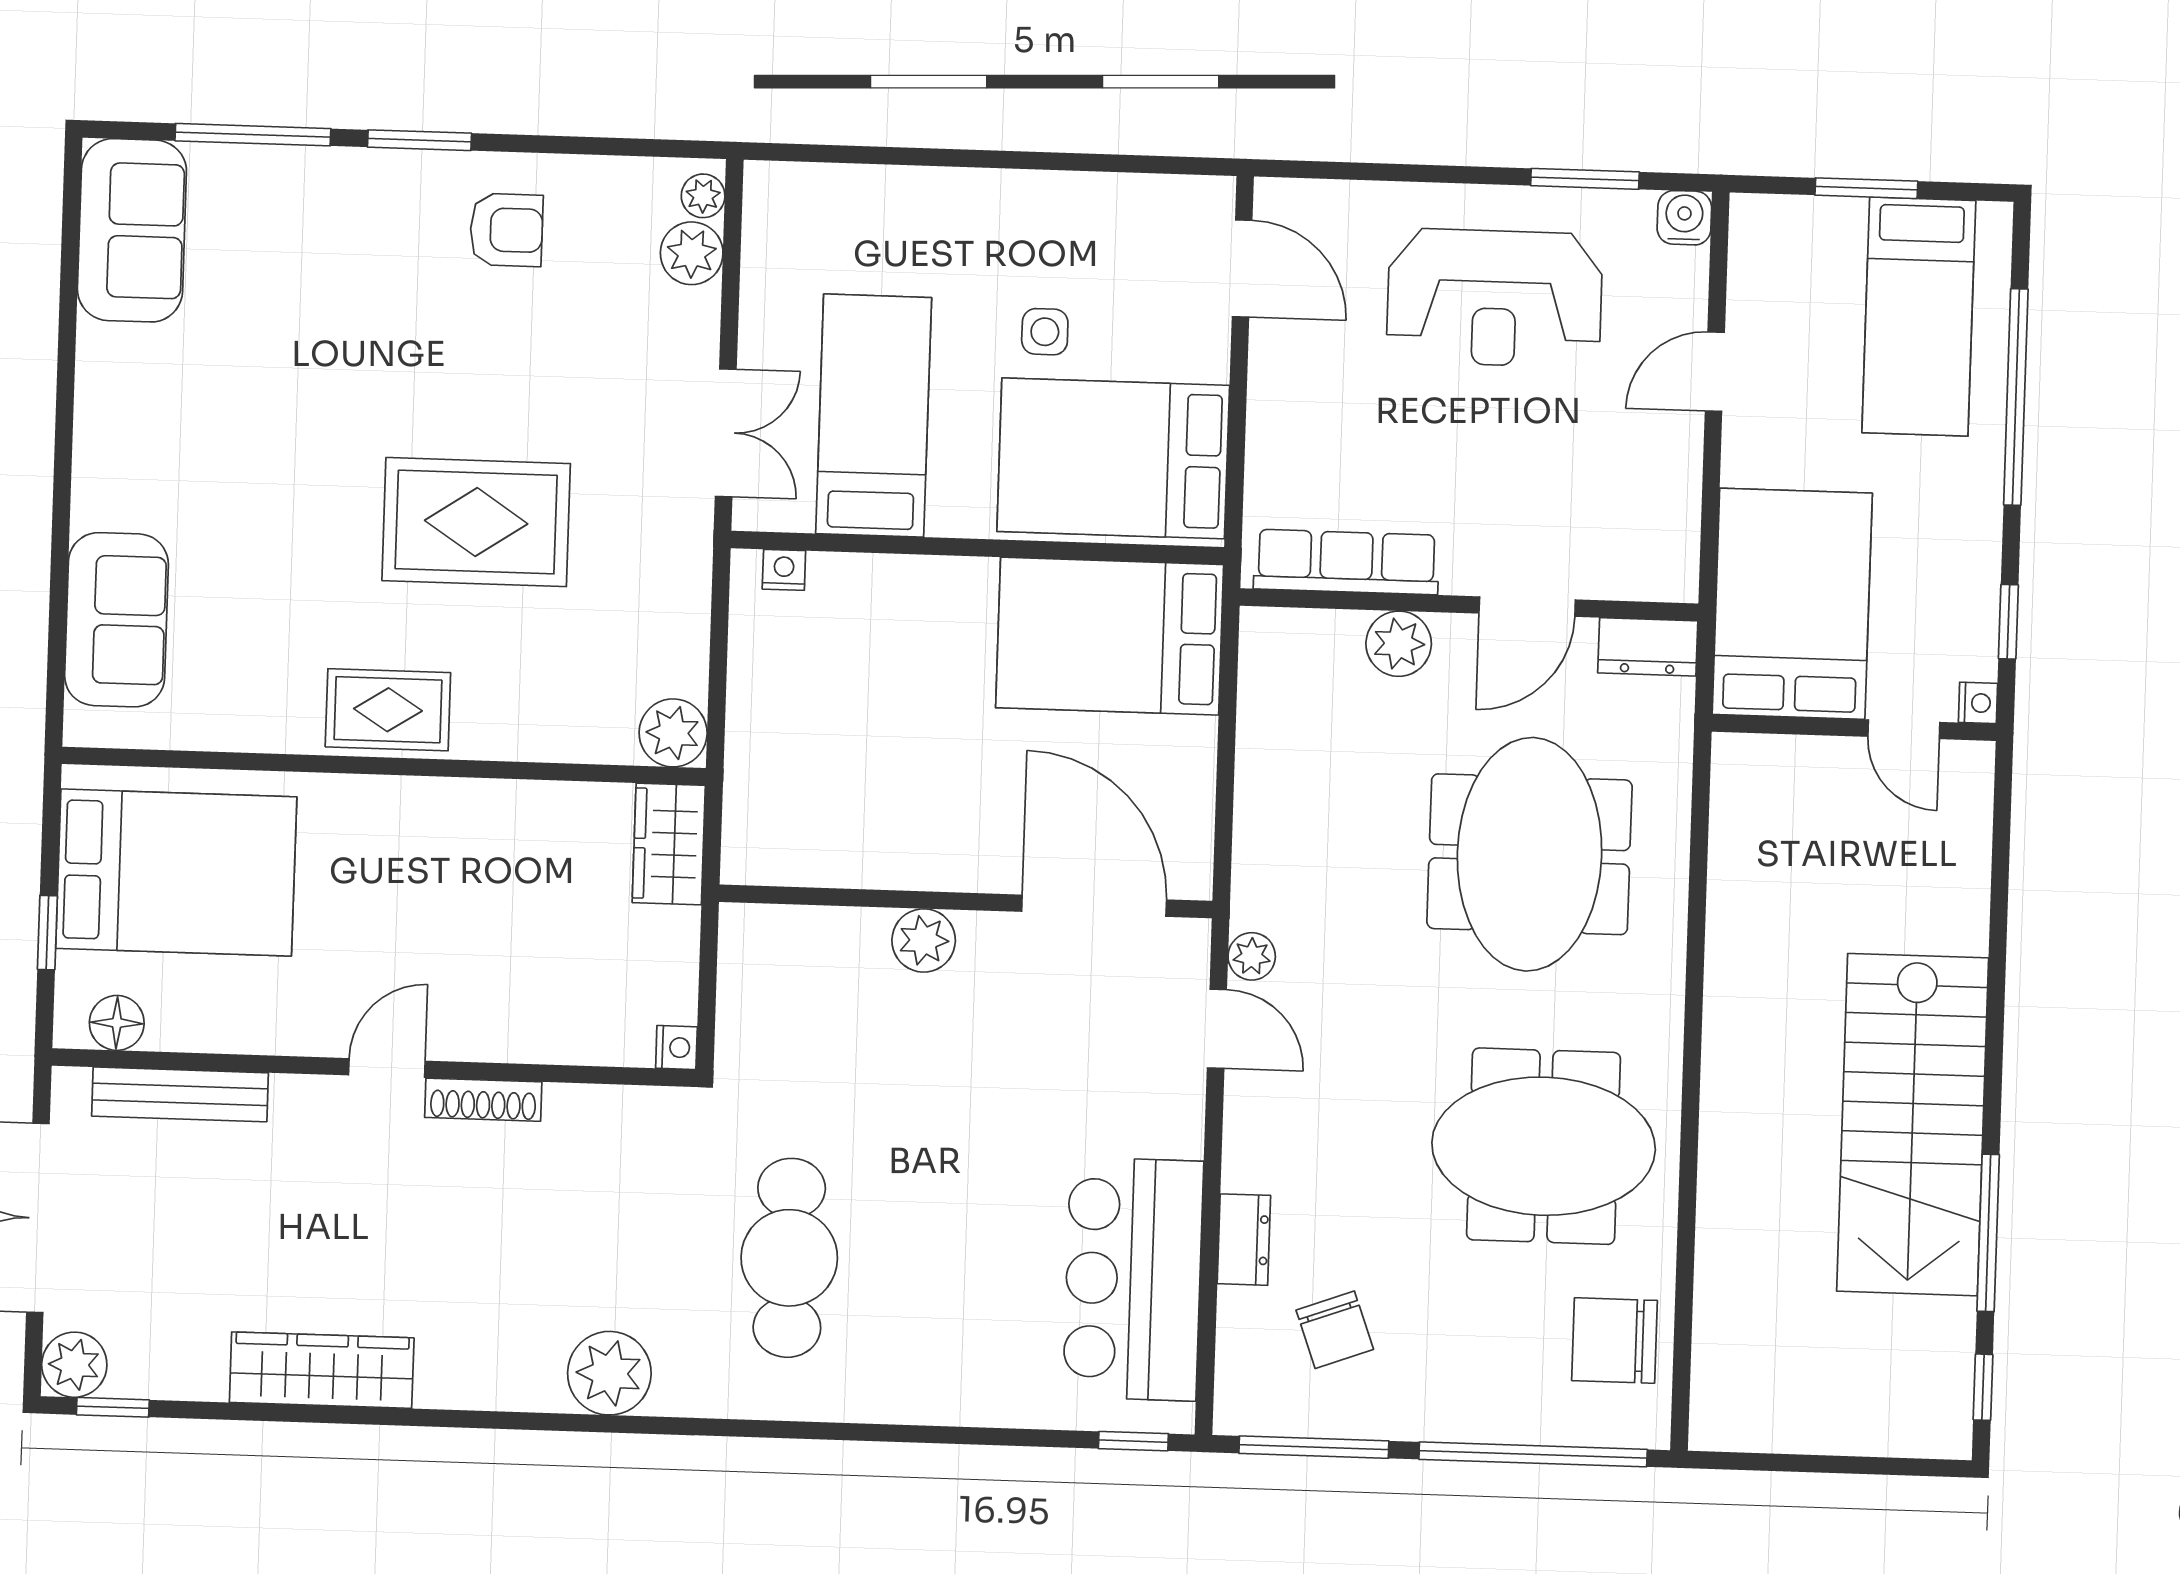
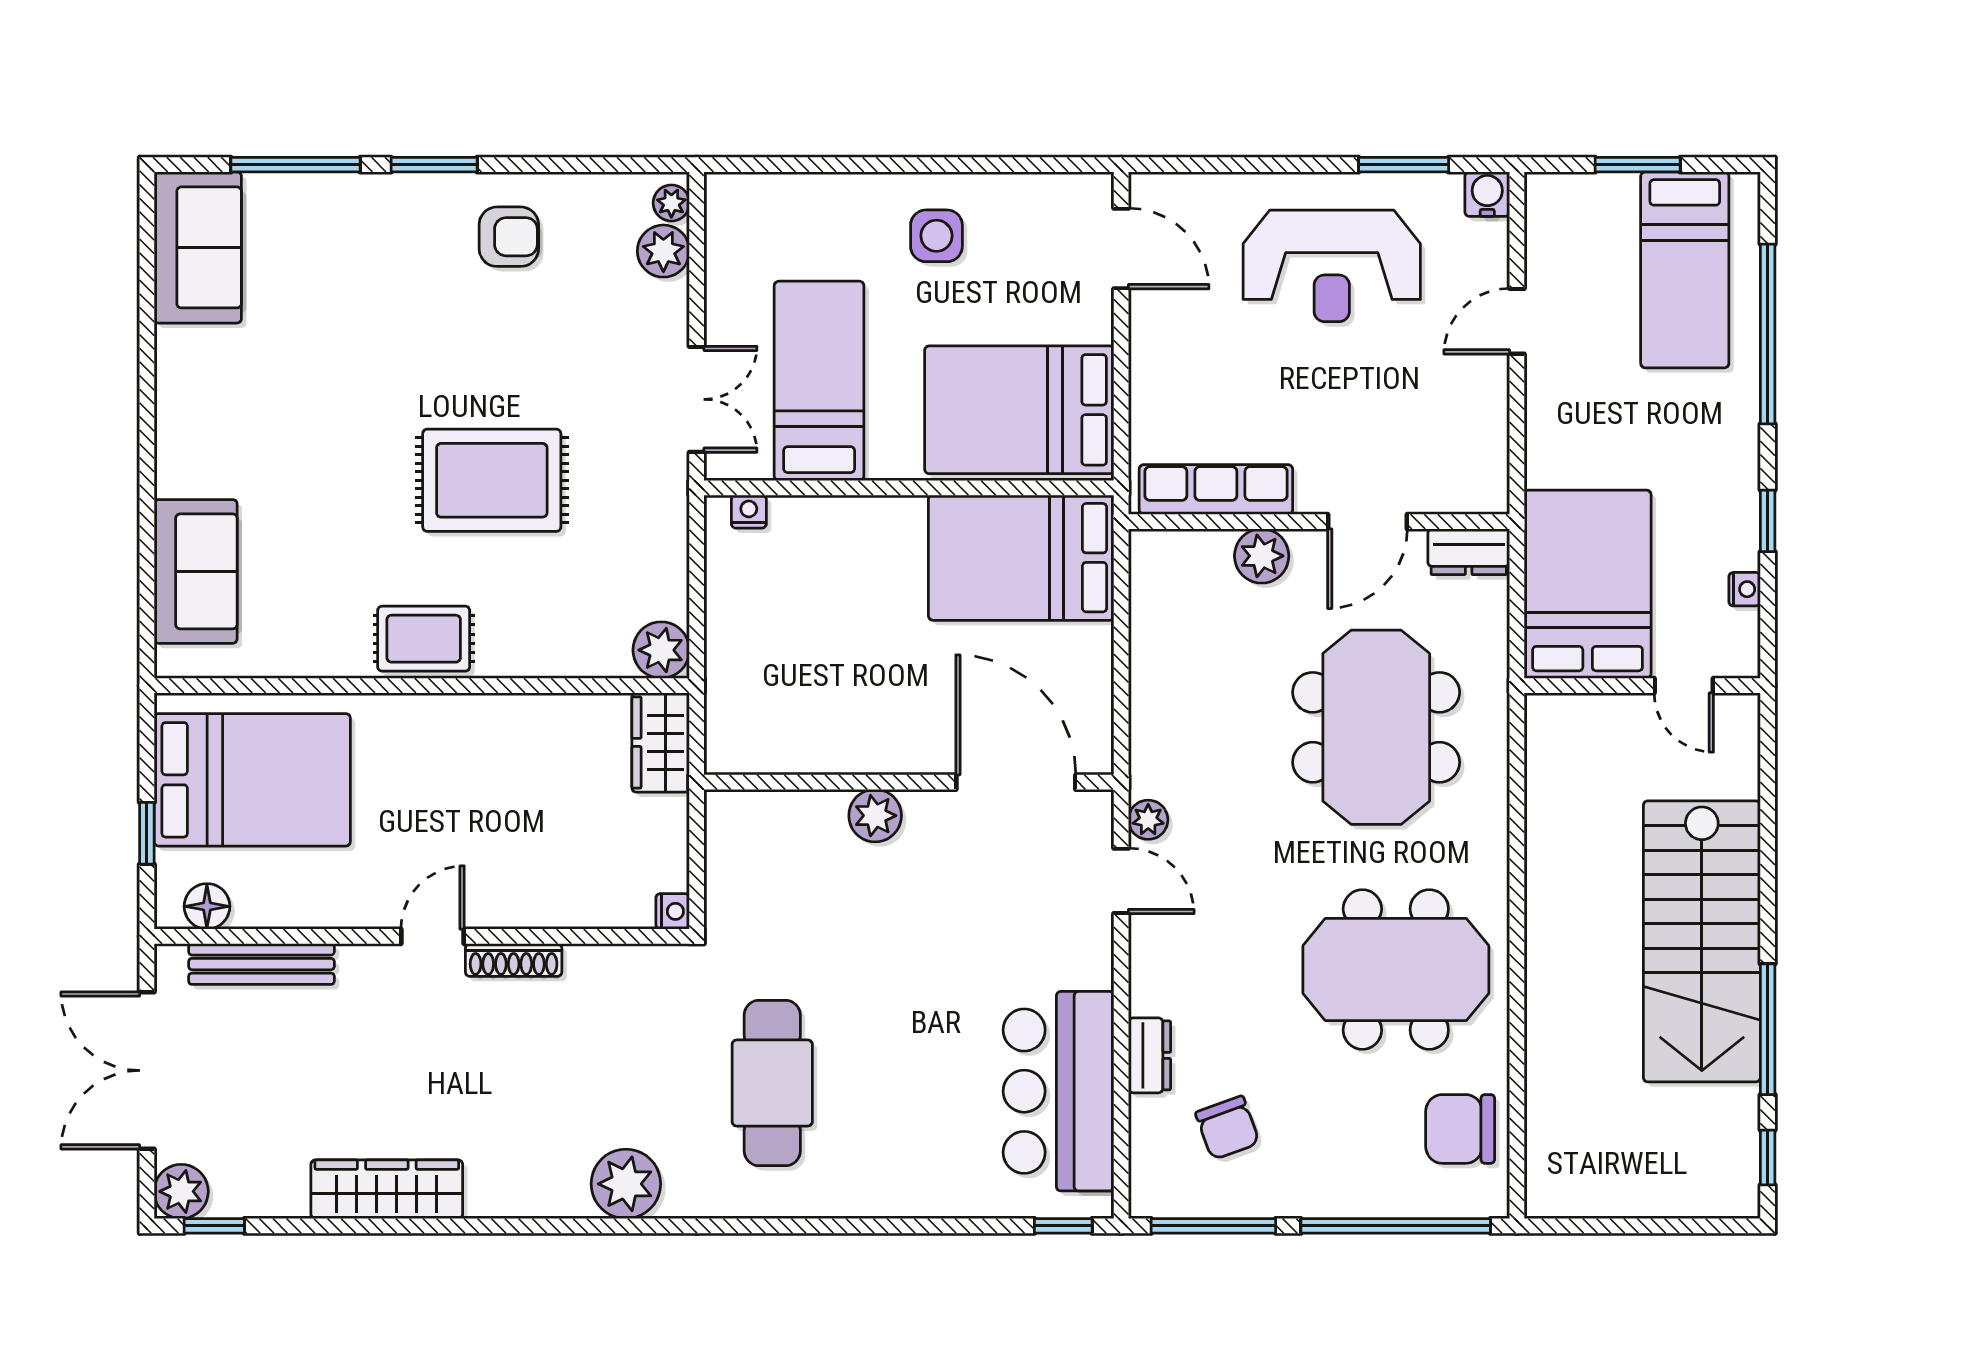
side table: (1045, 332) -> (936, 236), moved, width x1.37, depth x1.37
bed: (1792, 604) -> (1588, 584), moved
wall: (1854, 728) -> (1642, 686), moved
door: (1904, 729) -> (1684, 686), moved

